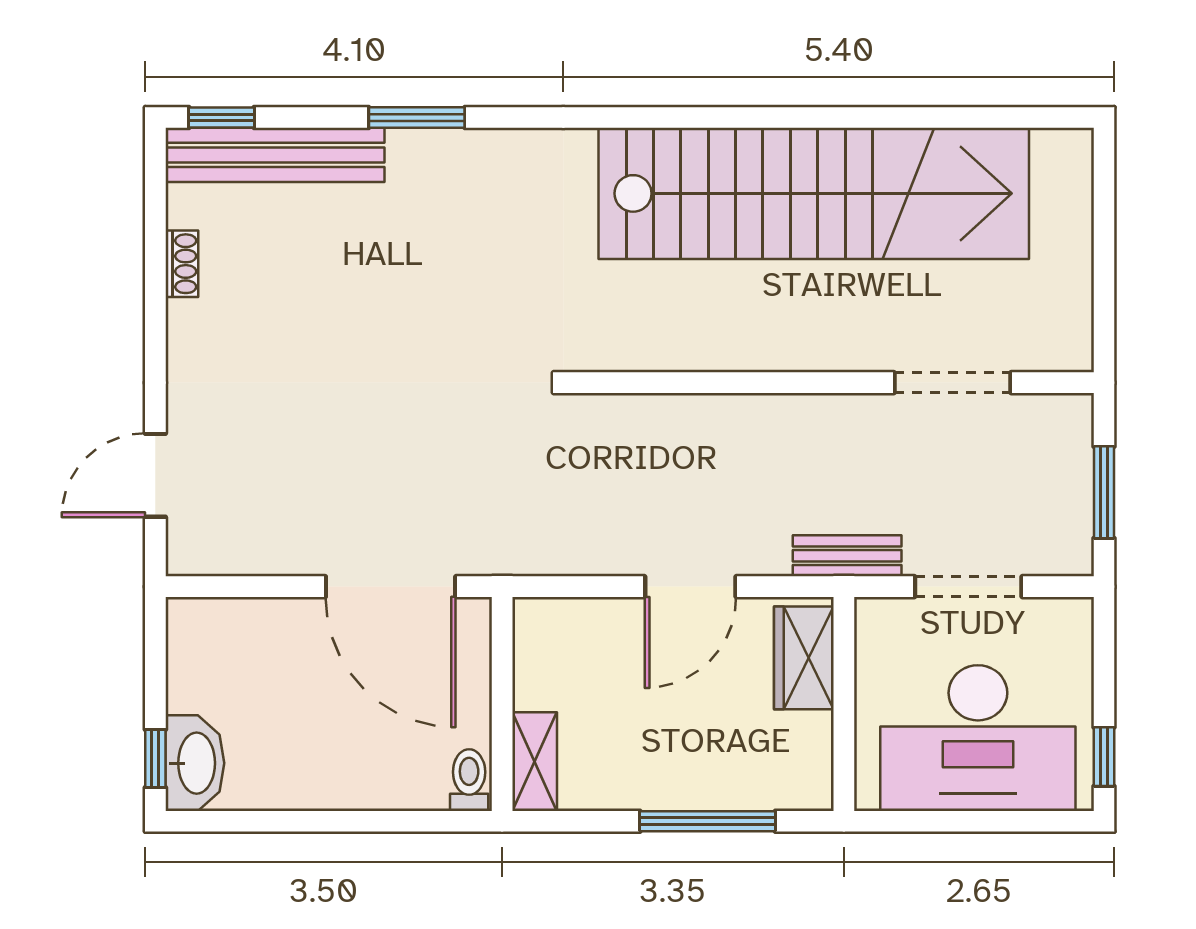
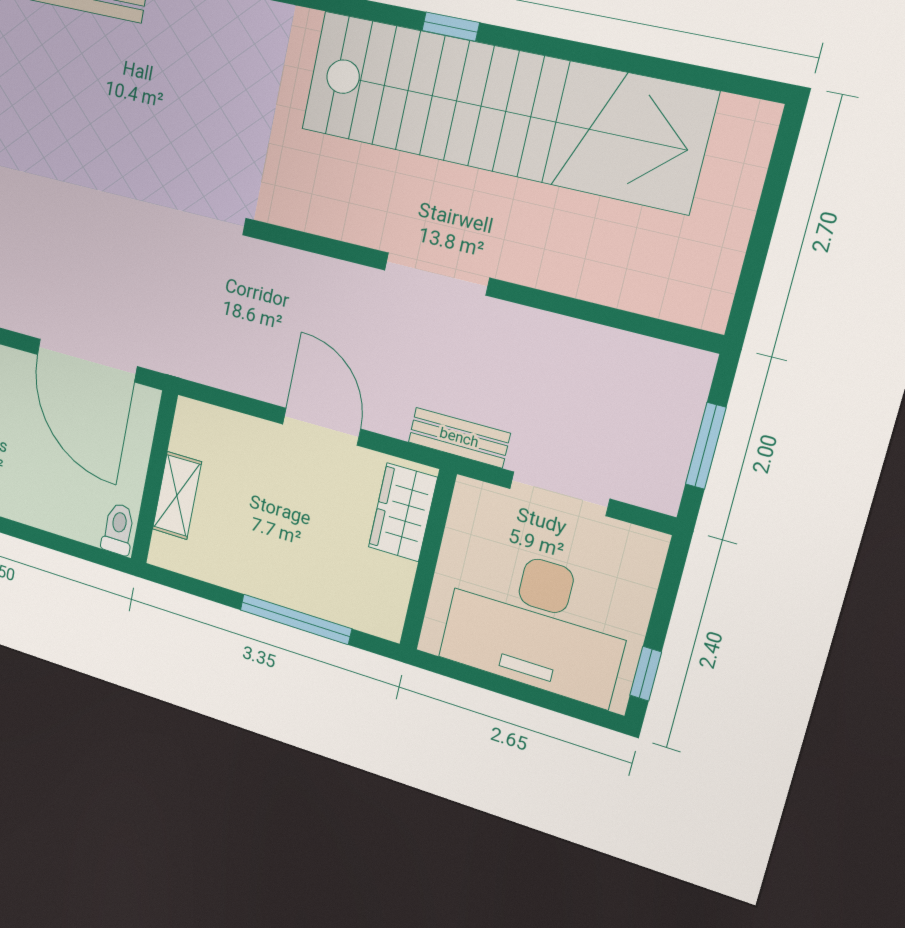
window: (740, 117) -> (451, 27), added
doorway: (952, 383) -> (437, 274), moved
door: (690, 587) -> (321, 427), swing flipped
shelving: (535, 762) -> (177, 496), moved

